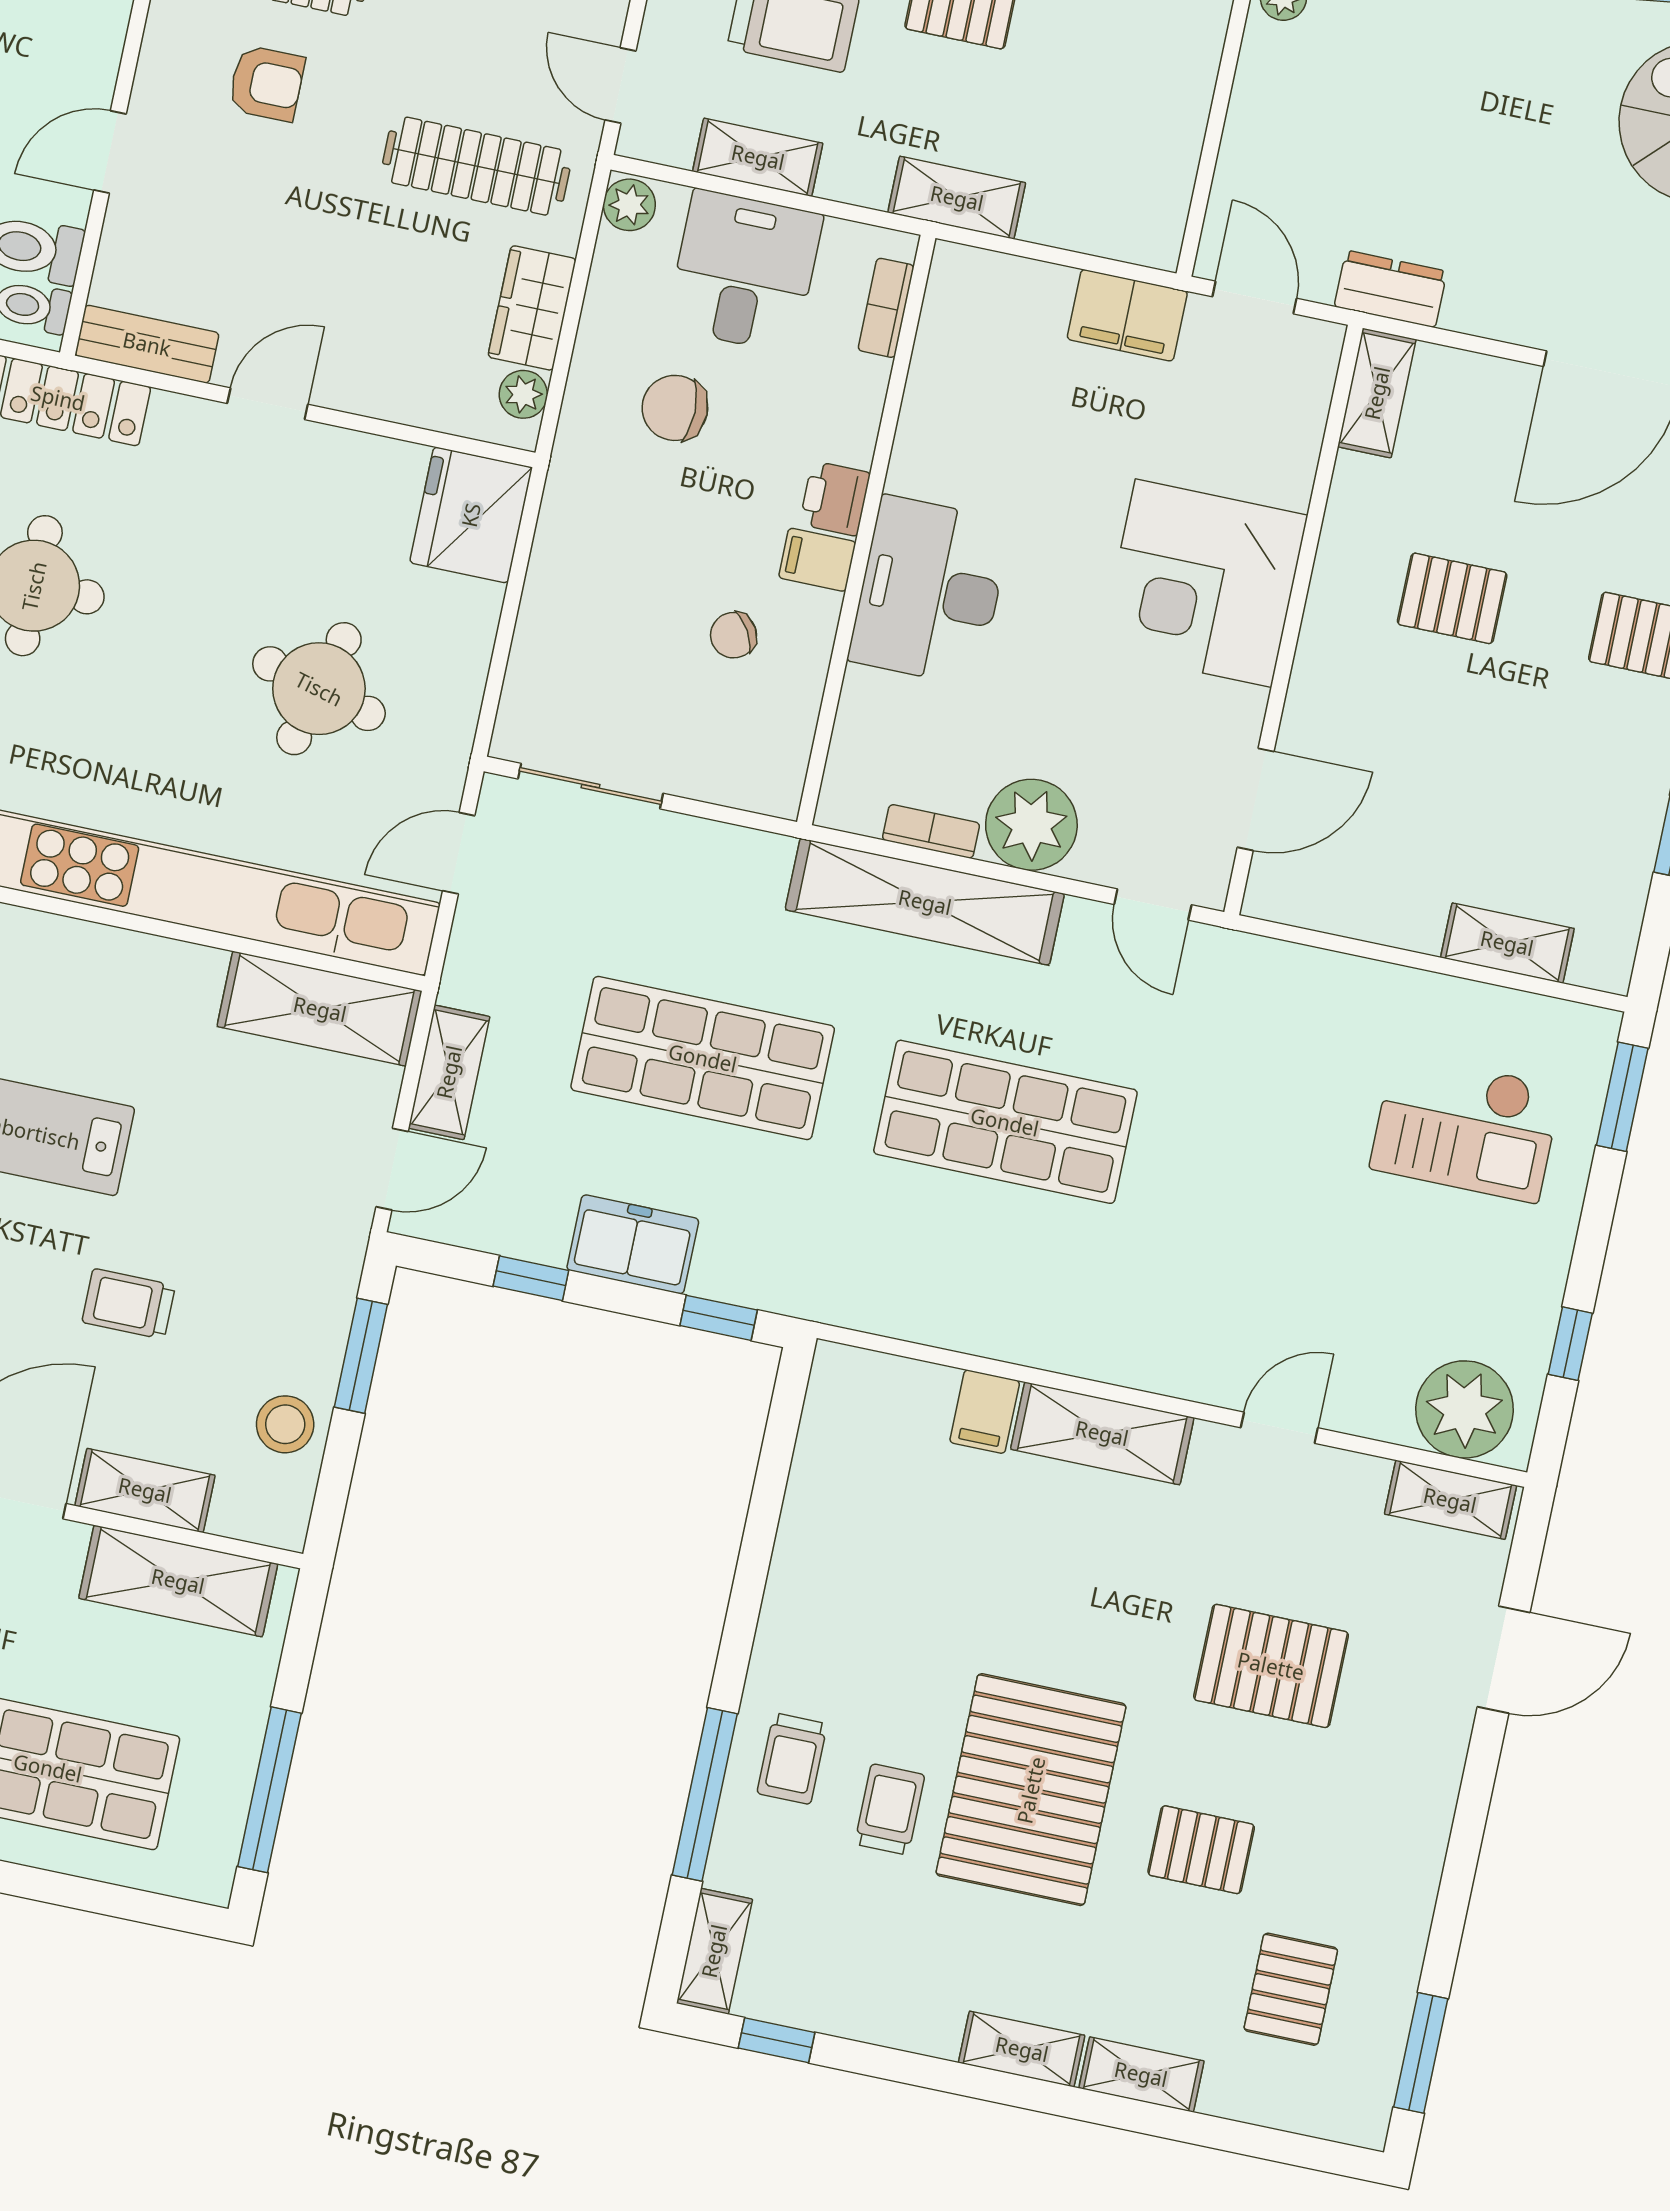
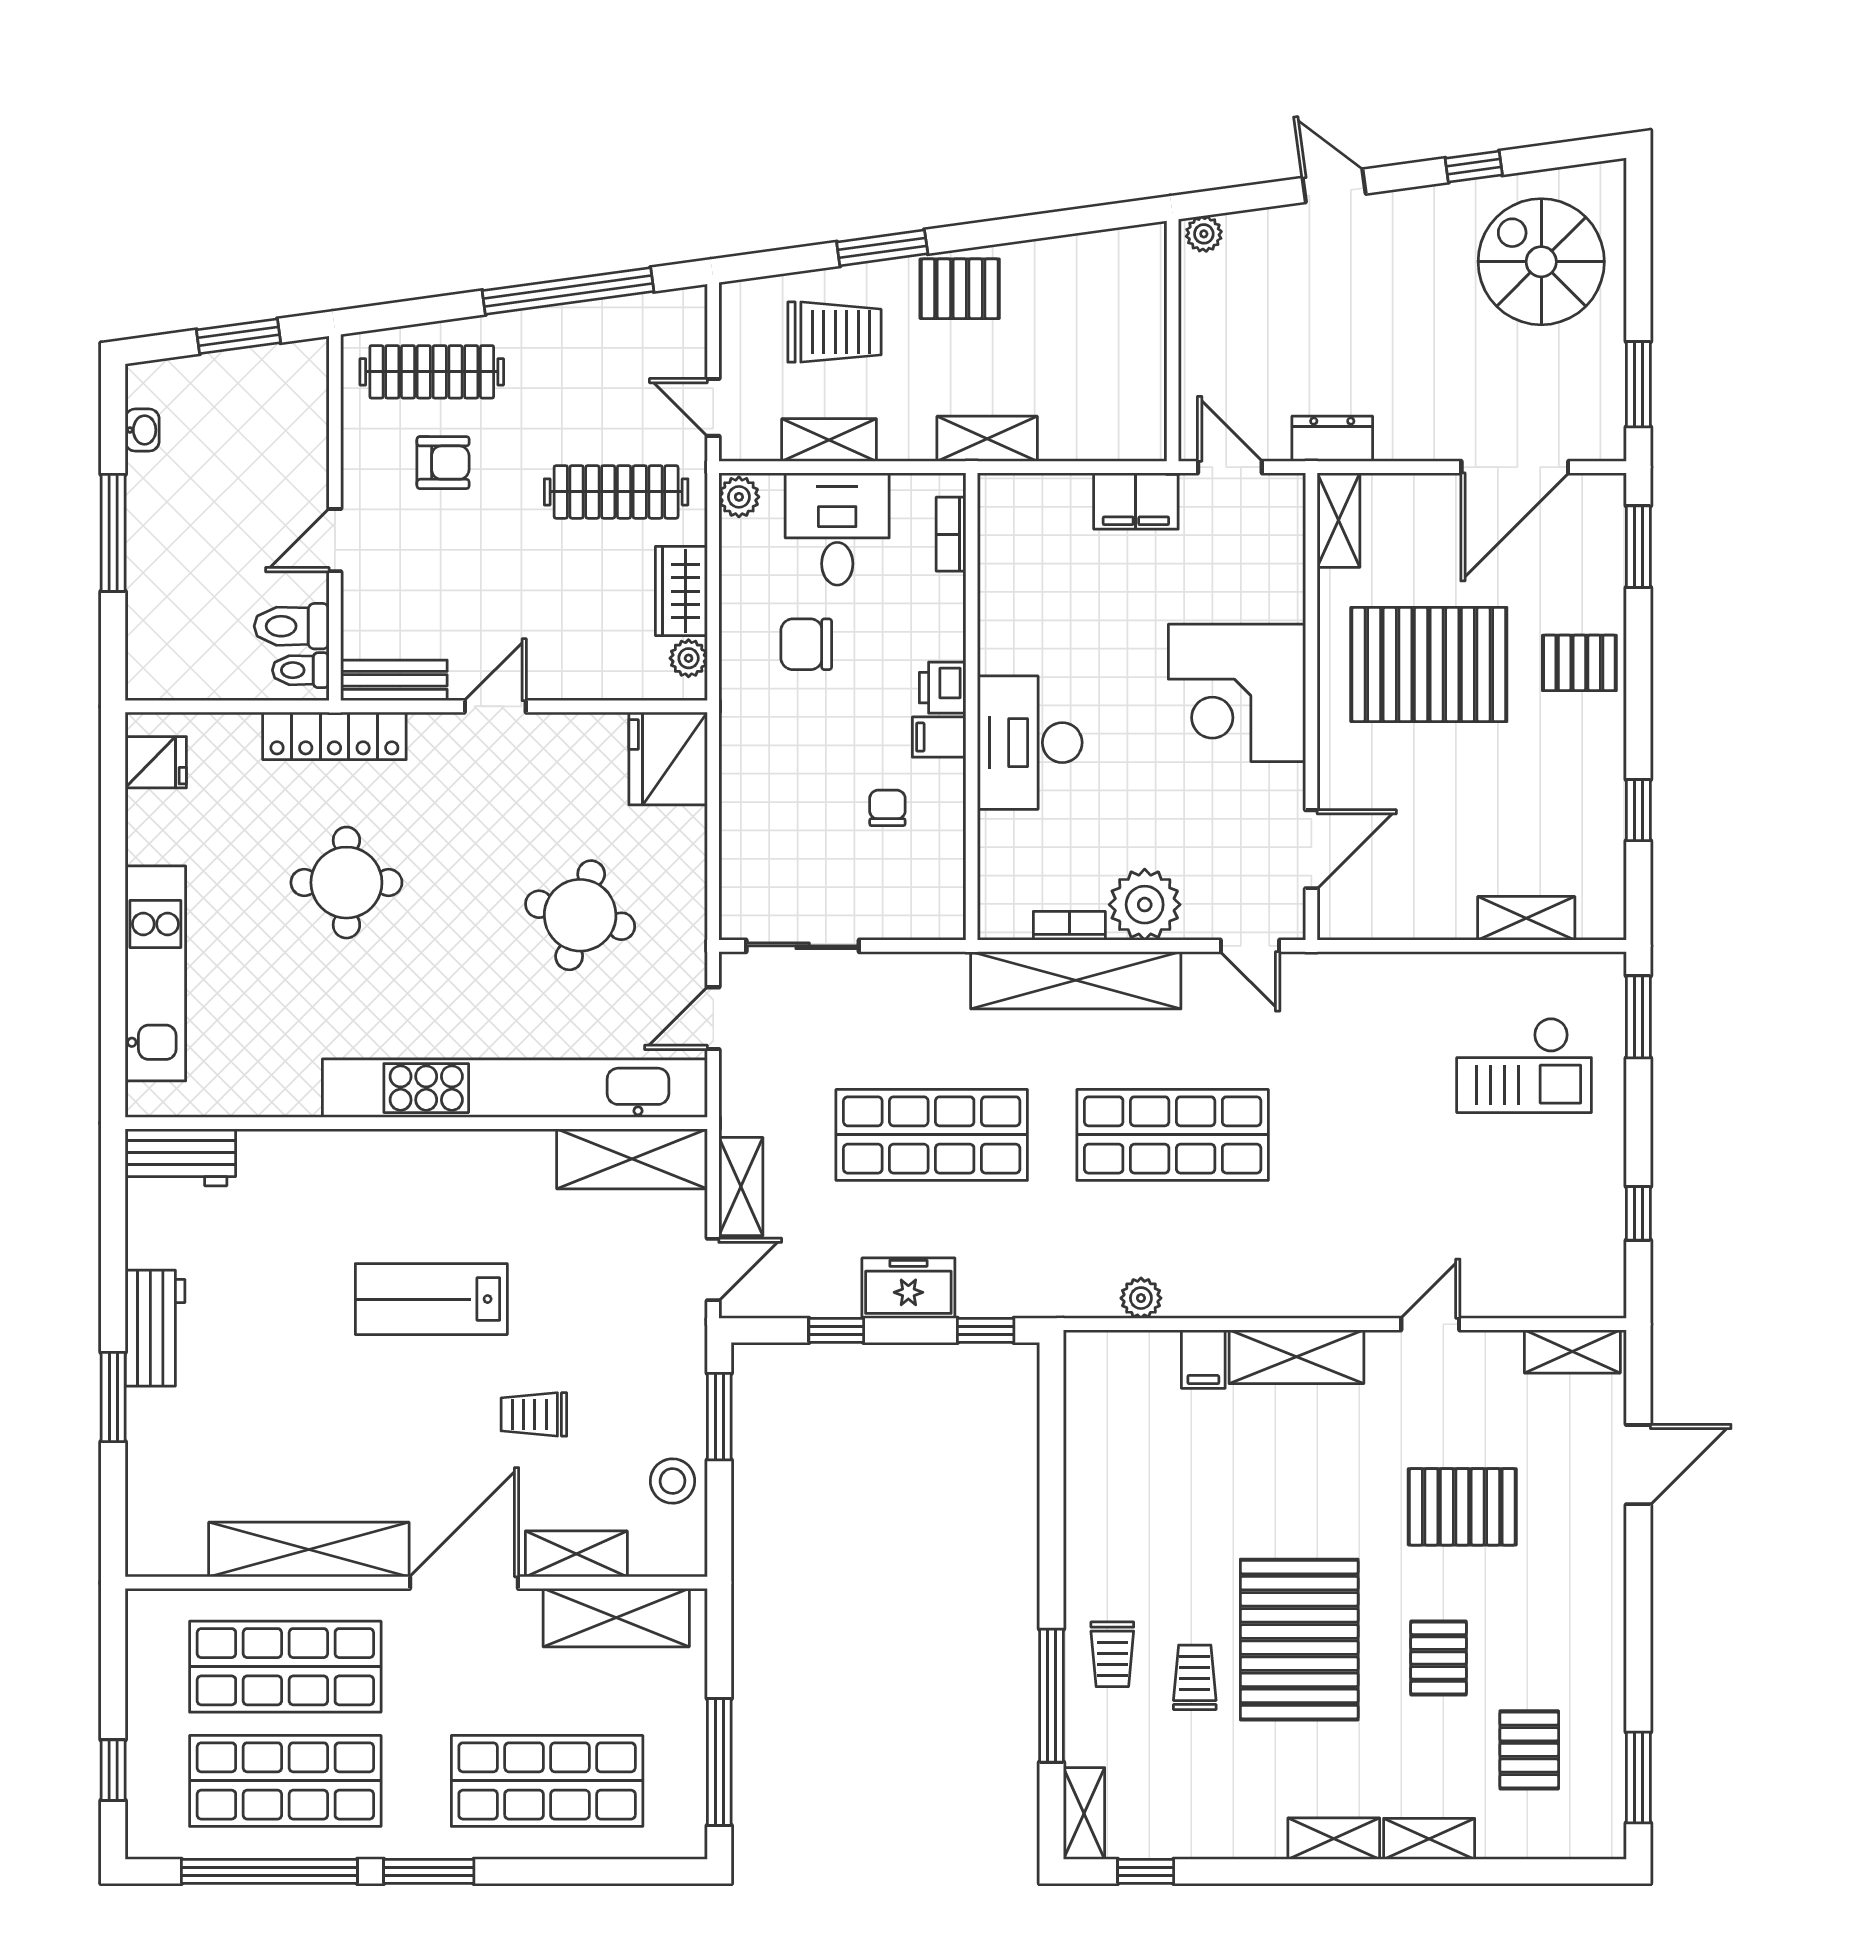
pallet: (1452, 598) -> (1429, 665), width x2.05, depth x2.00
chair: (734, 635) -> (887, 808), turned 121
plant: (1465, 1409) -> (1141, 1298), moved, width x0.53, depth x0.53
pallet: (1201, 1850) -> (1439, 1658), turned 90

